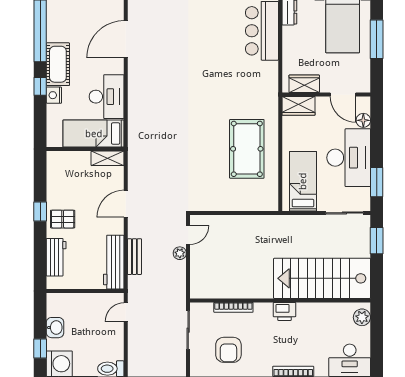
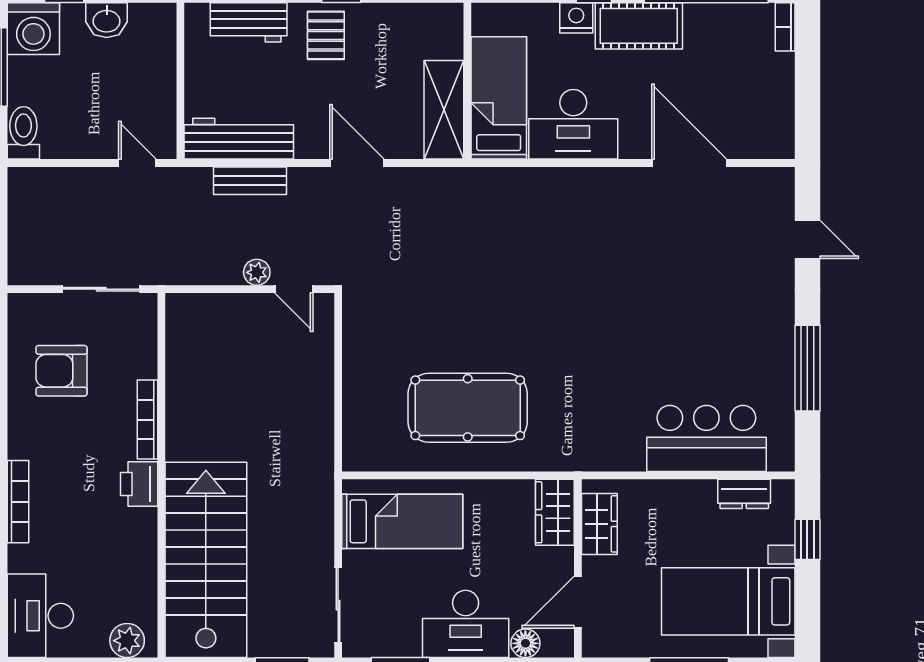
shelving: (108, 158) -> (444, 110), width x1.50, depth x1.33
desk: (349, 158) -> (466, 624), width x0.73, depth x0.77
bookcase: (233, 307) -> (147, 420), moved

